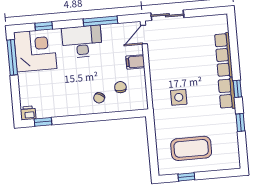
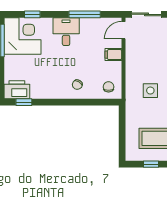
desk: (82, 42) -> (66, 32), width x0.73
chair: (120, 87) -> (109, 87), moved
printer: (28, 113) -> (17, 90), width x1.87, depth x1.48

